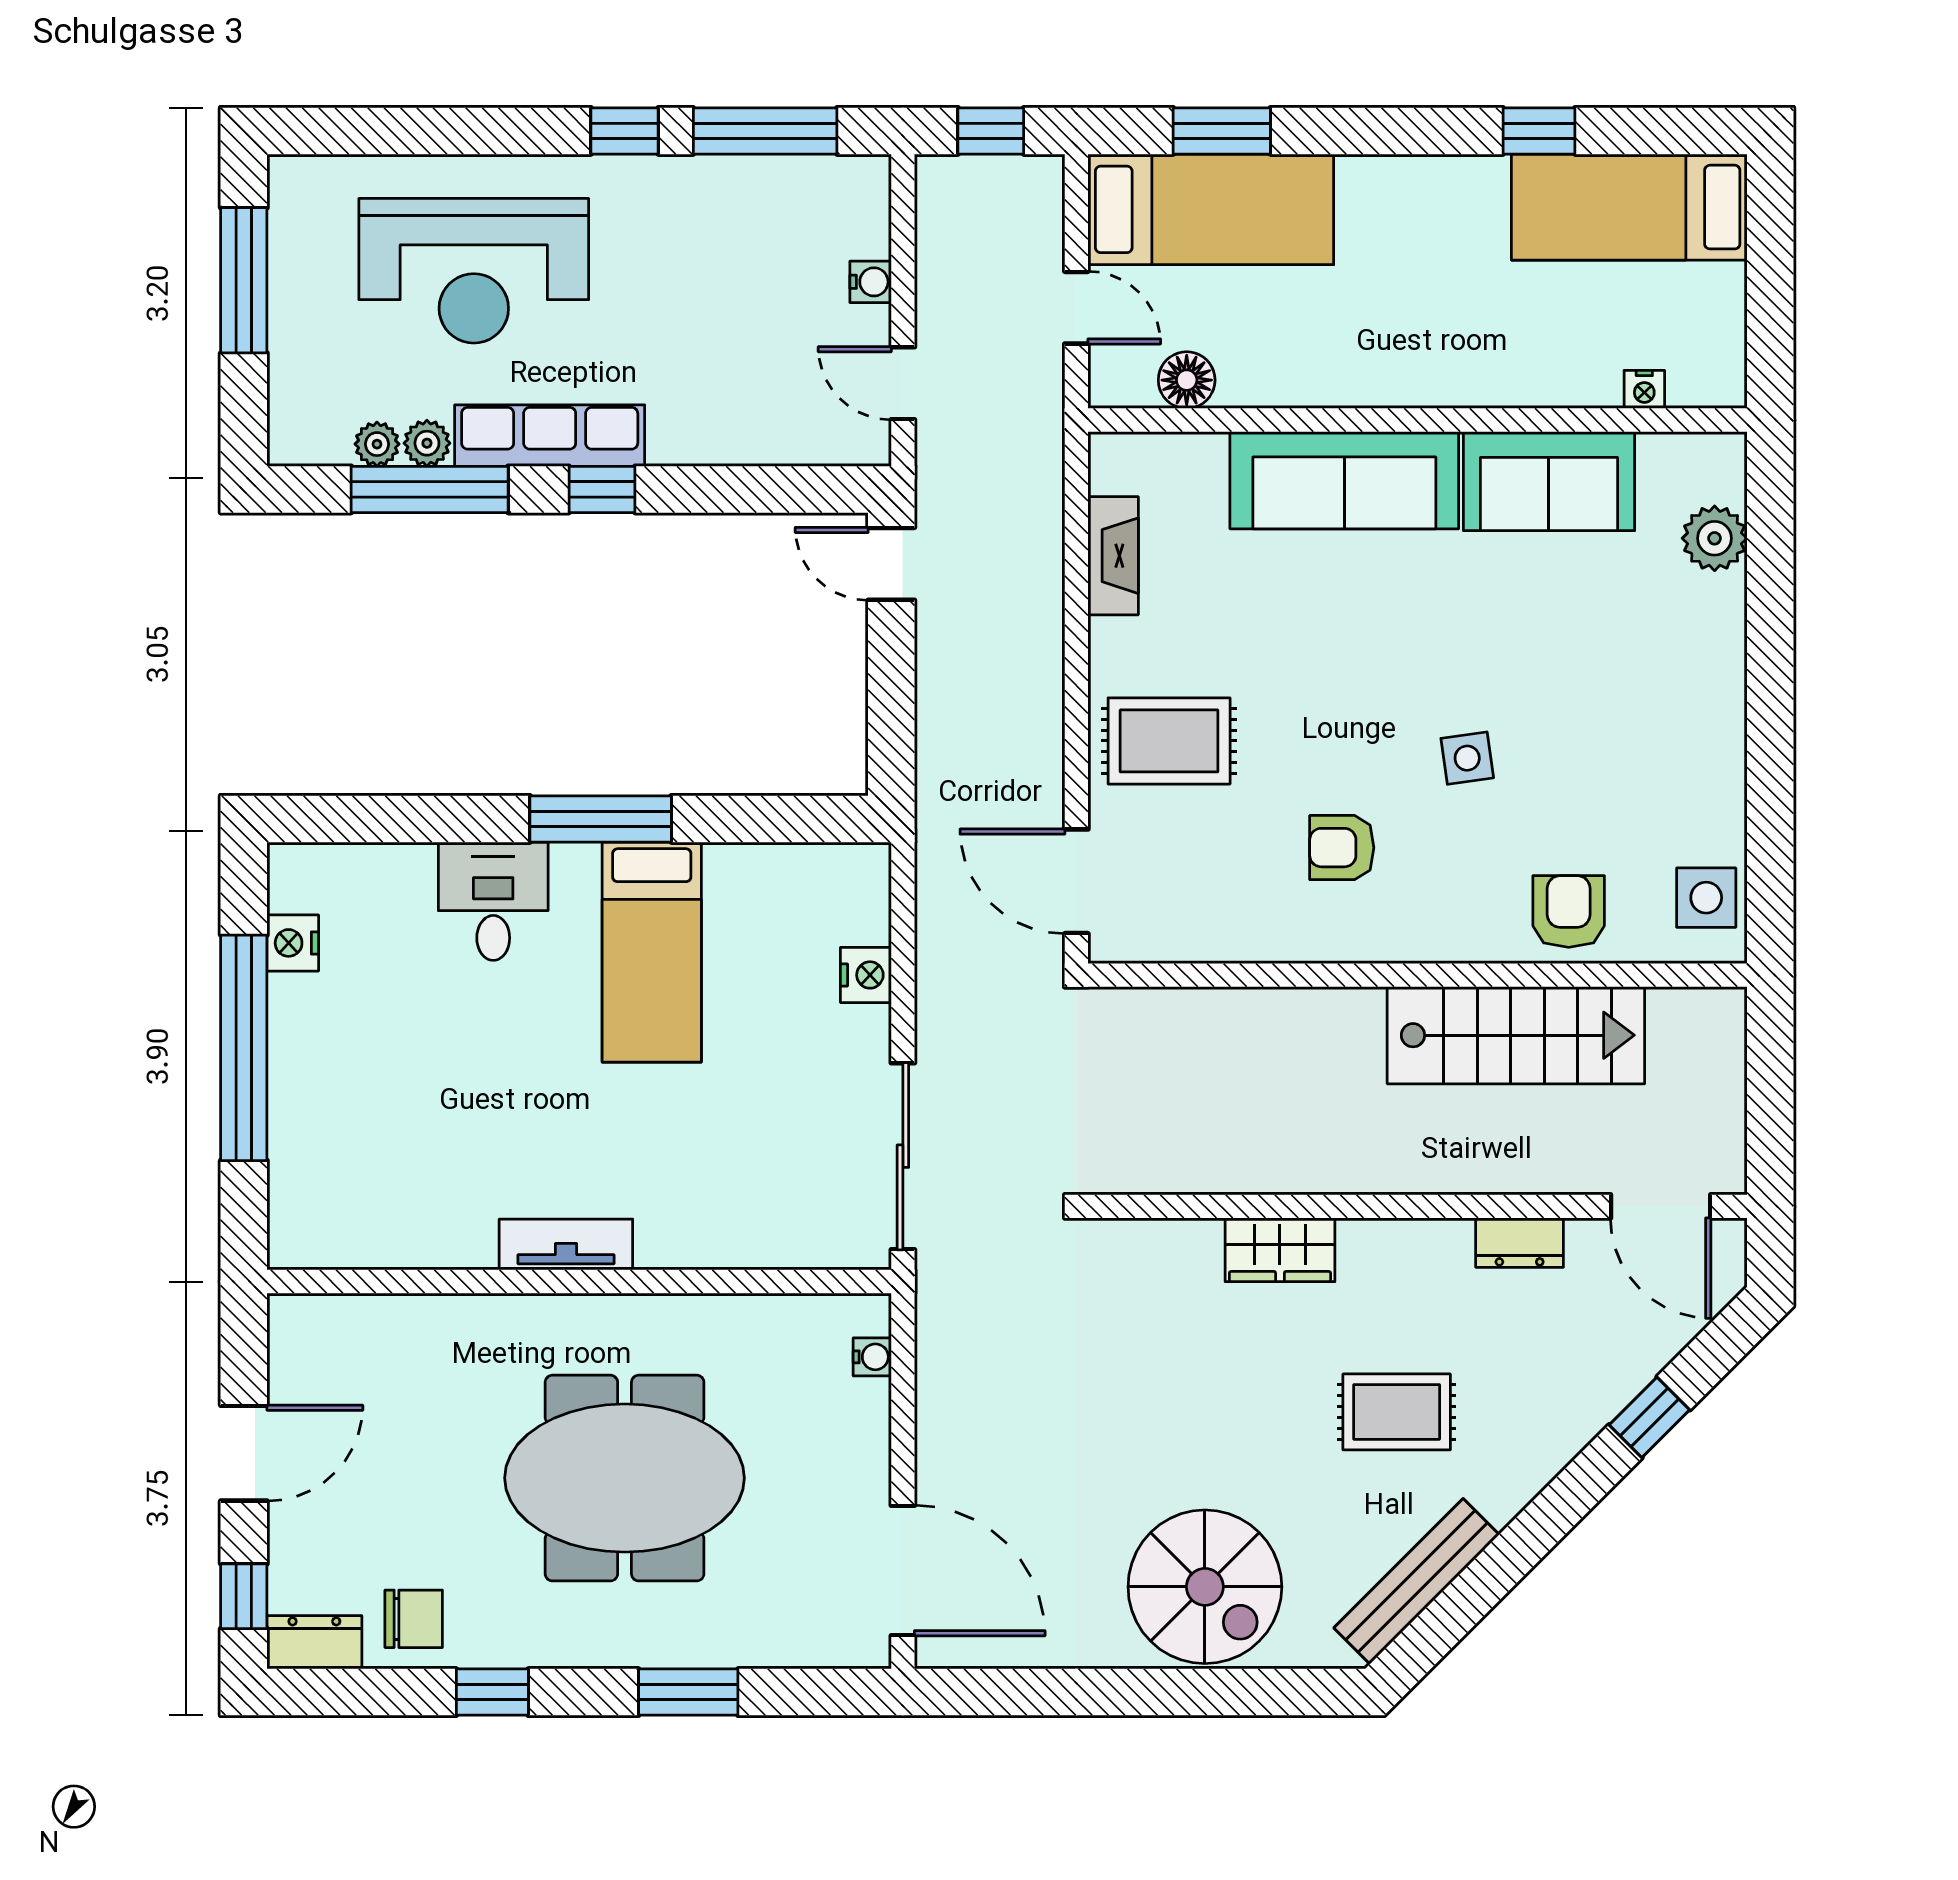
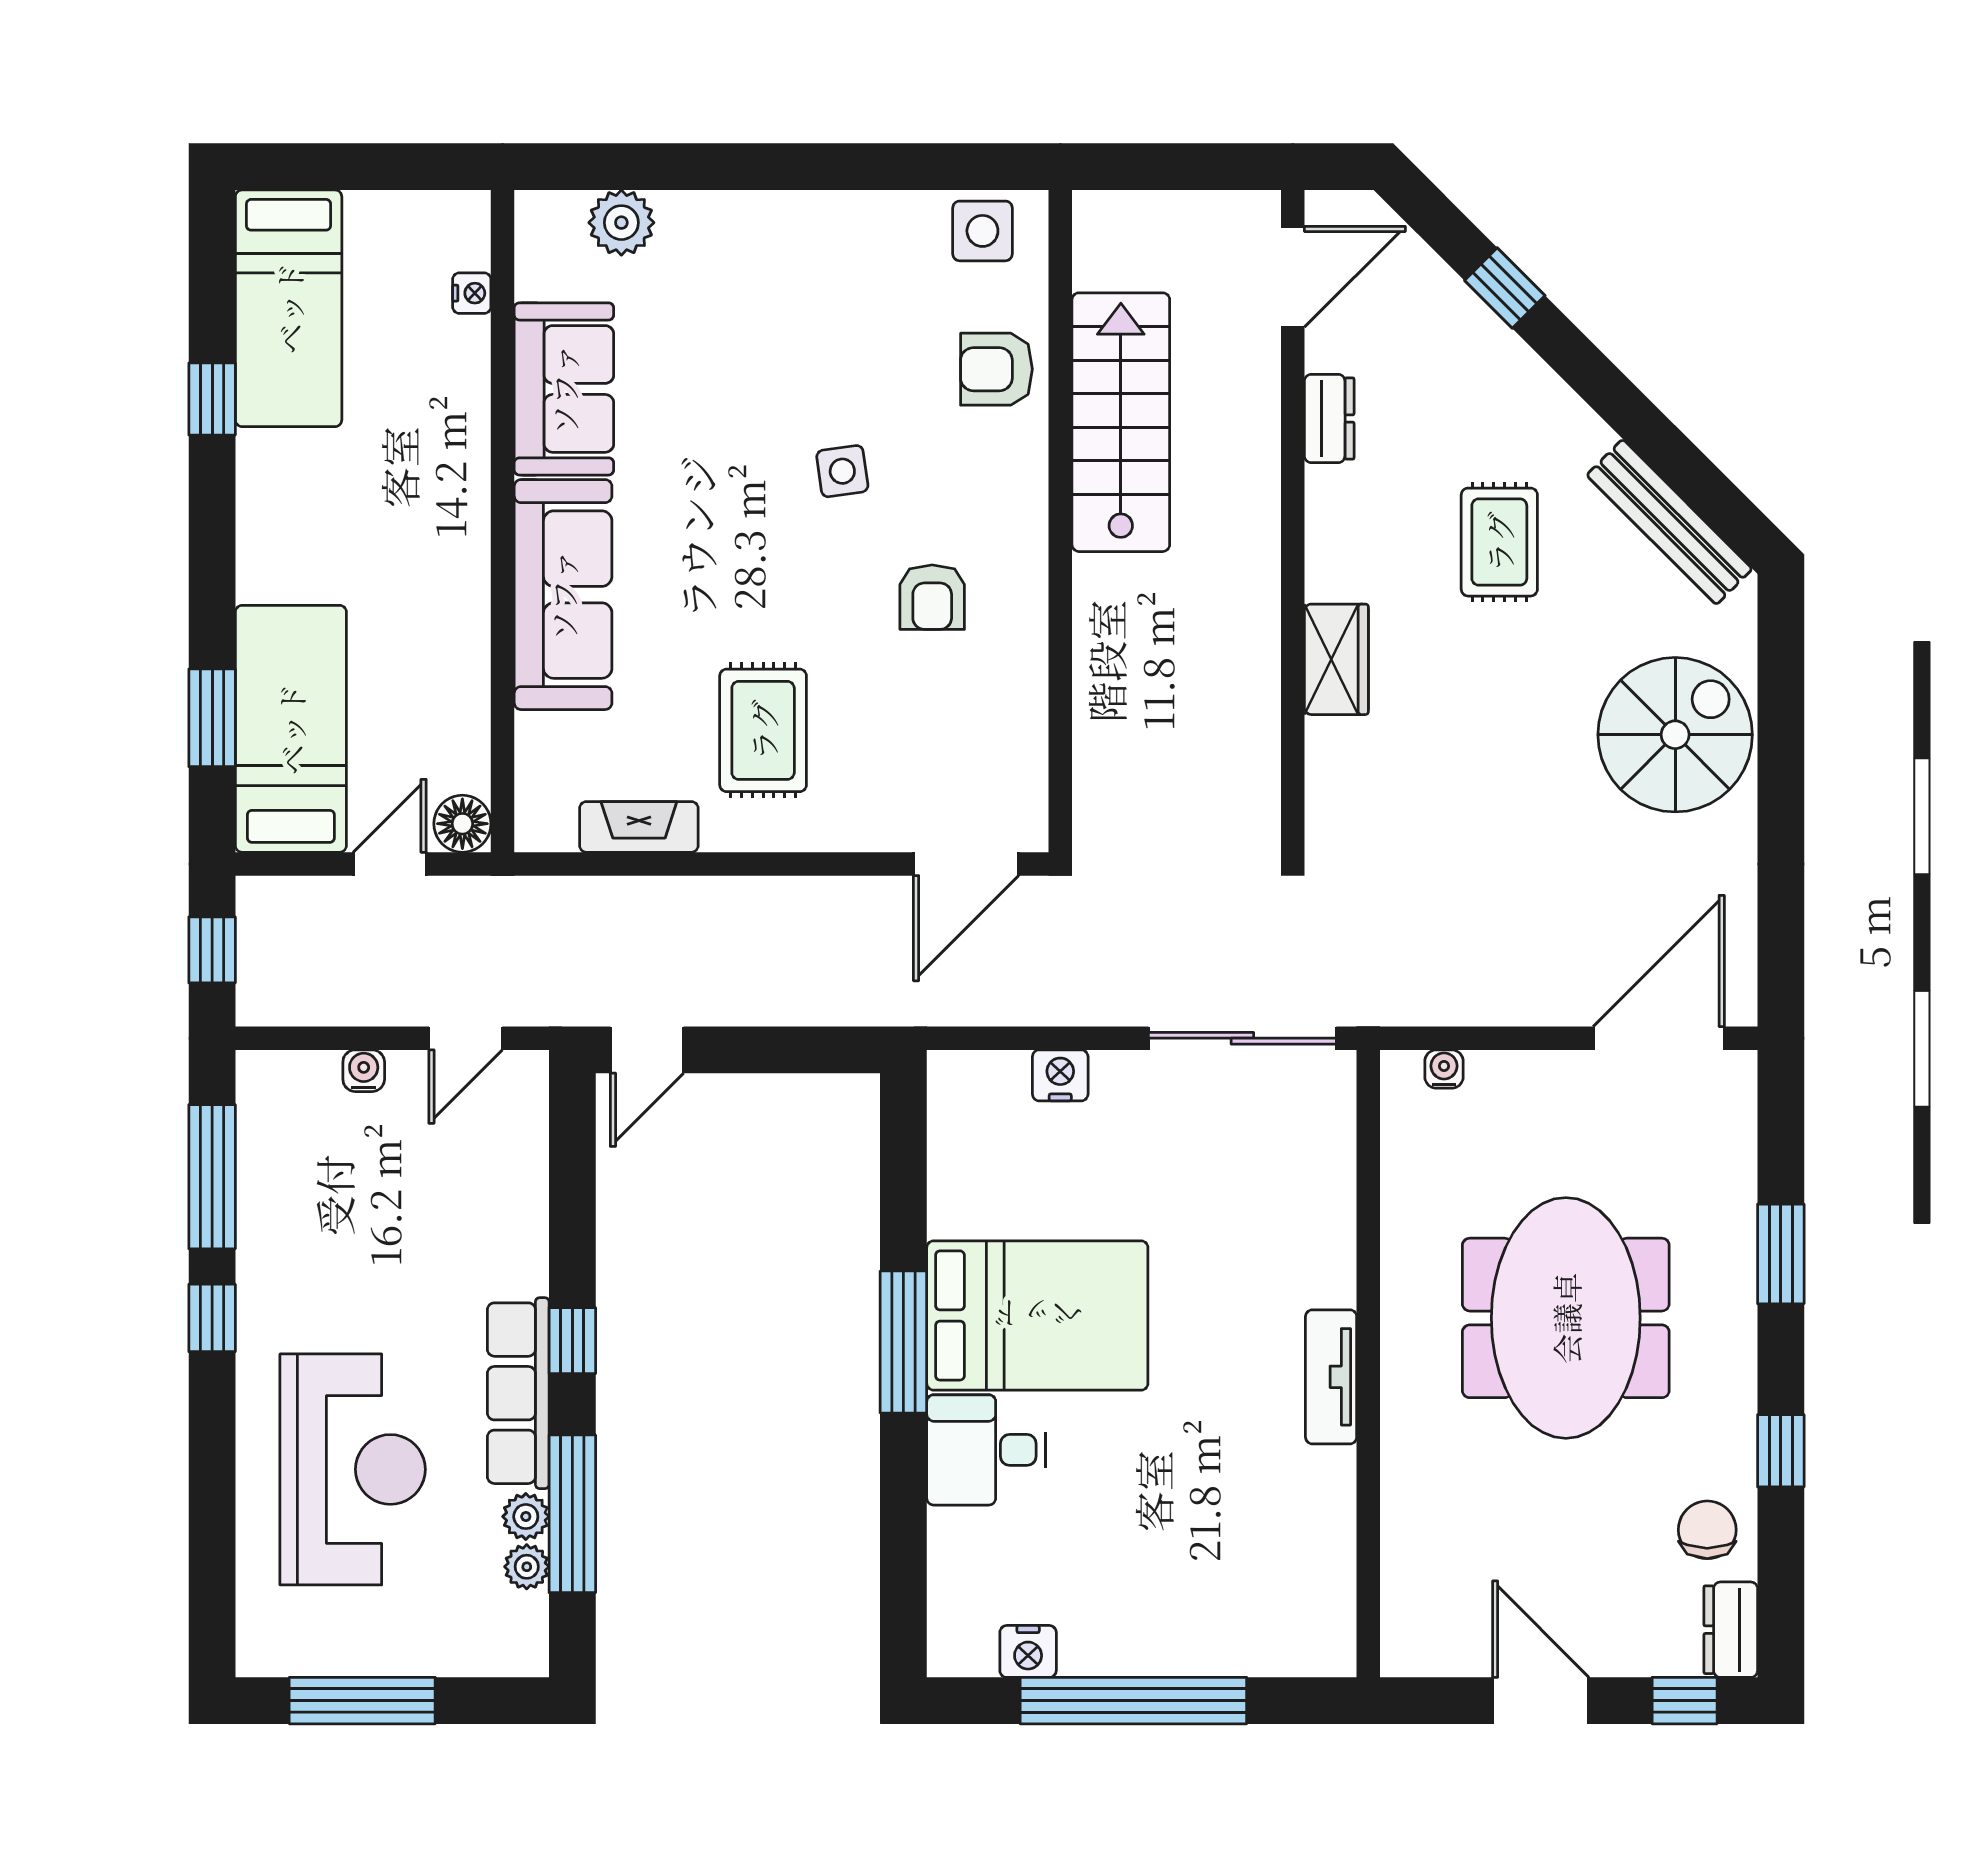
floor lamp: (1187, 380) -> (462, 824), moved
rug: (1169, 741) -> (763, 730), moved
bed: (652, 952) -> (1037, 1315), width x1.50

